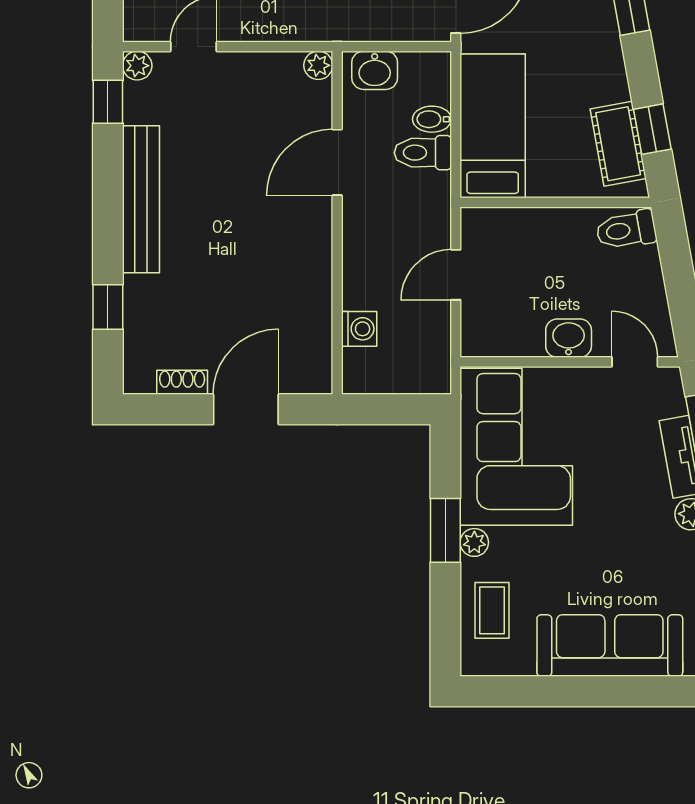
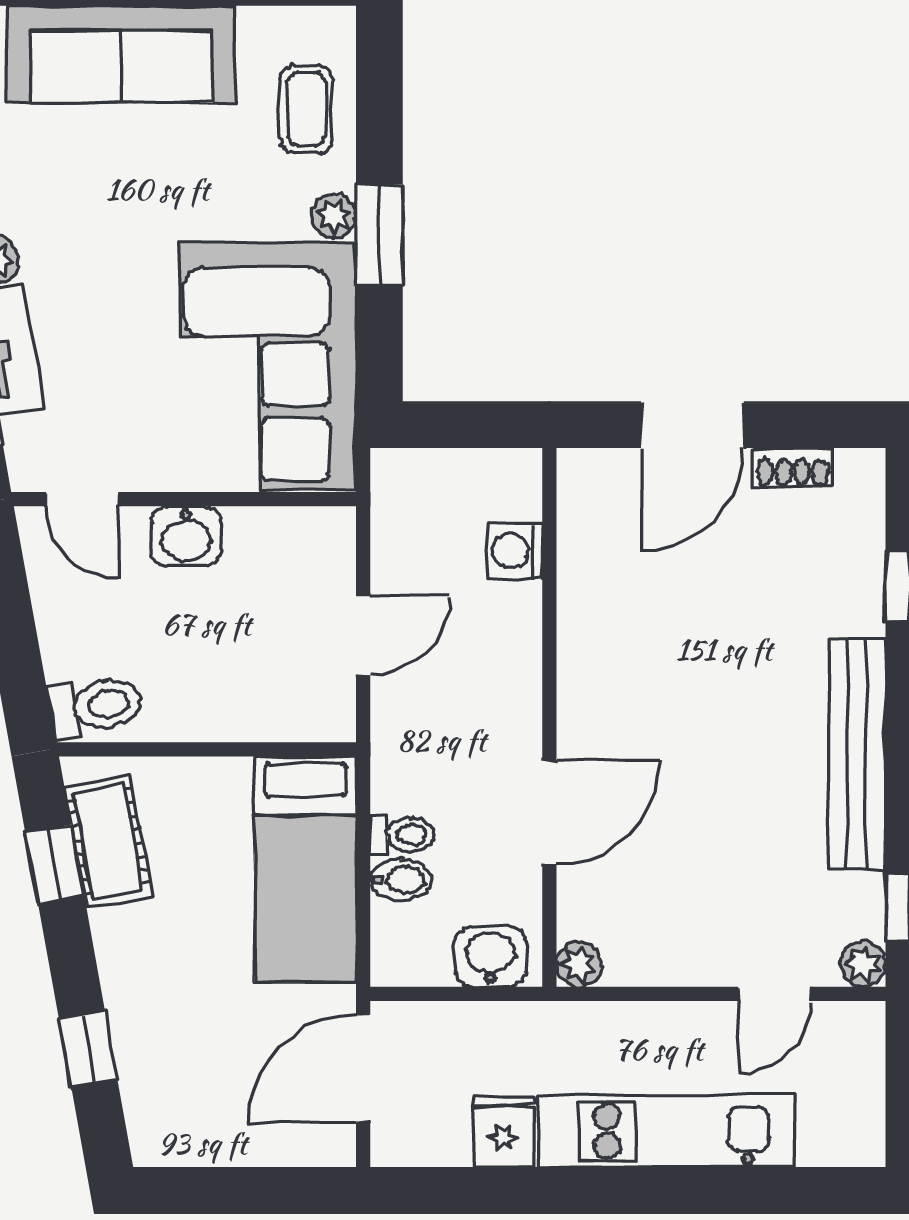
toilet: (423, 153) -> (402, 835), width x0.73, depth x0.72

